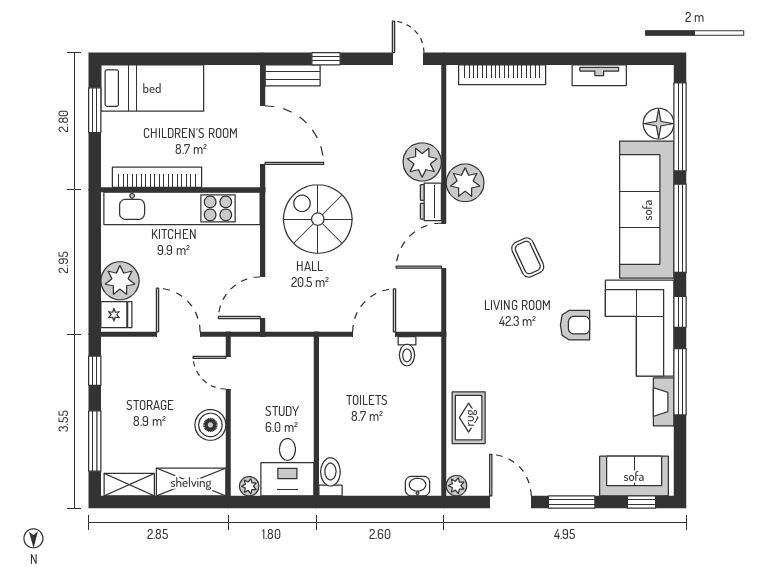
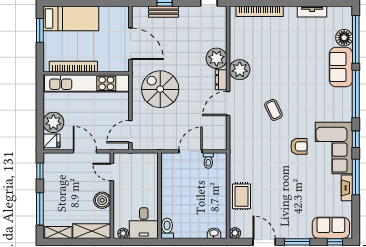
bench: (293, 75) -> (163, 12), moved
sofa: (647, 210) -> (341, 67), width x0.54, depth x0.79

